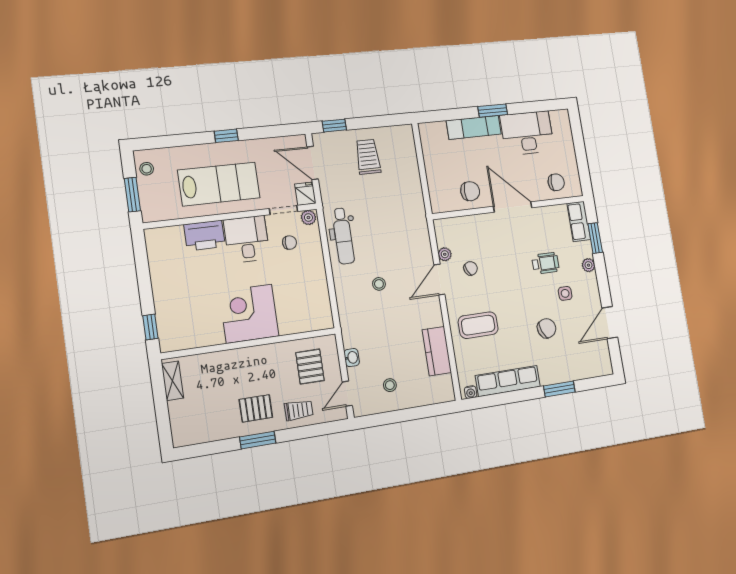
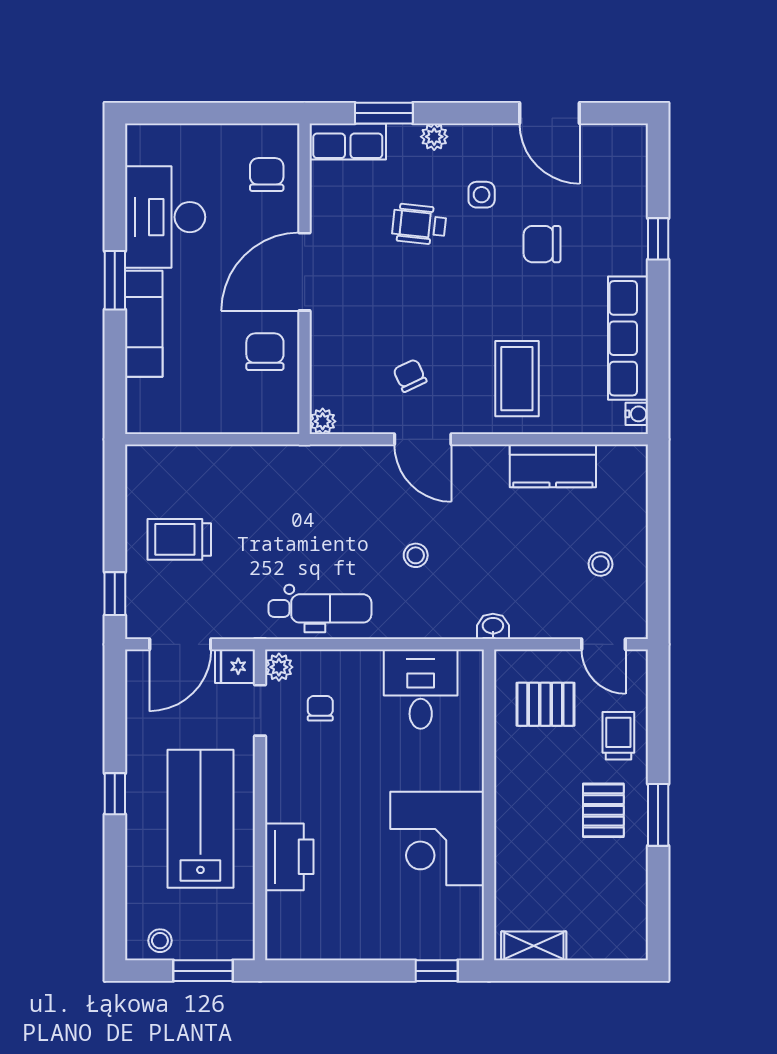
desk: (247, 239) -> (421, 689), moved, turned 90
plant: (445, 254) -> (323, 421), moved
wheelchair: (545, 263) -> (419, 224), turned -84
corner desk: (249, 314) -> (437, 839), moved
chair: (547, 328) -> (542, 244), turned -68
washbasin: (352, 358) -> (493, 626), moved
window: (559, 389) -> (658, 239), width x0.67

